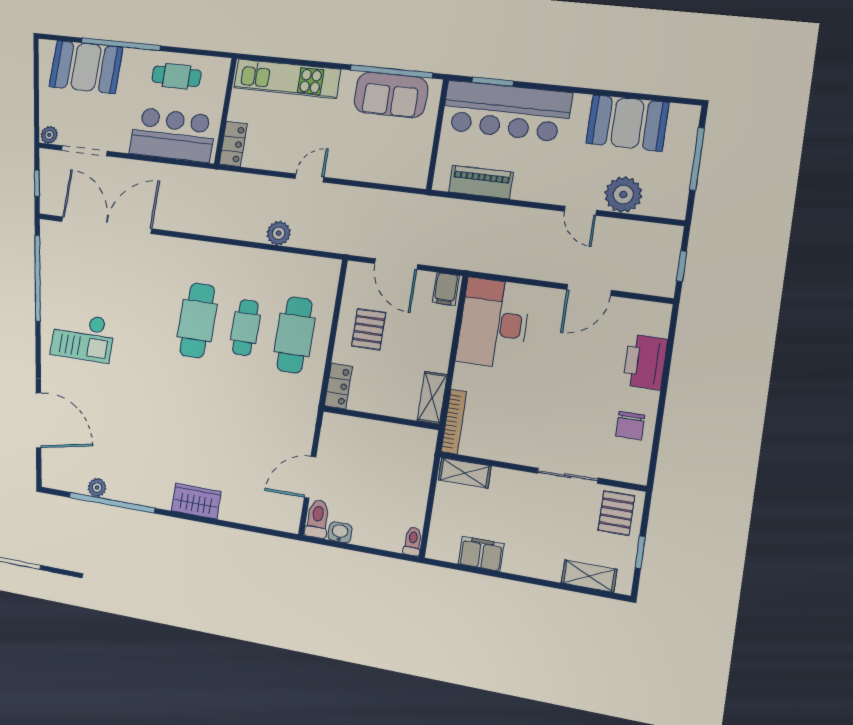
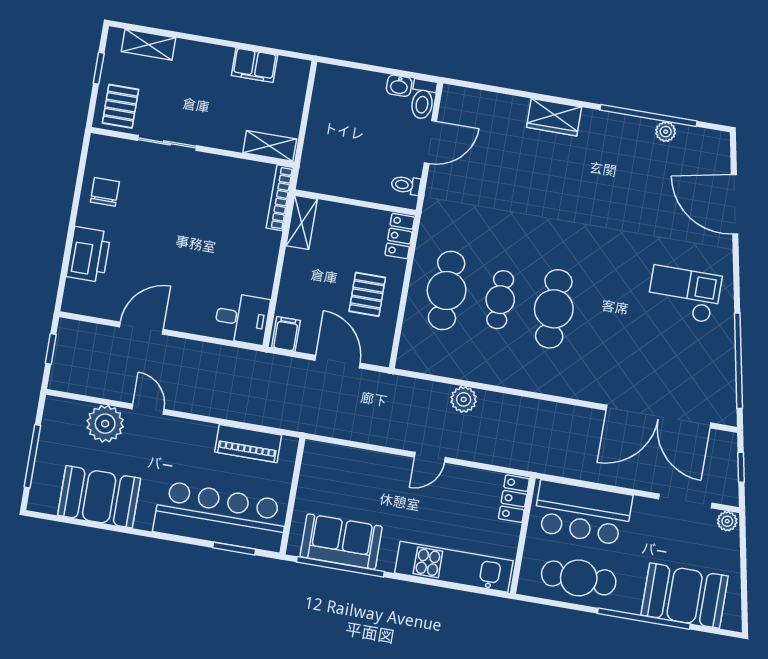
cafe table: (176, 76) -> (579, 578), width x1.37, depth x1.35
desk: (493, 323) -> (242, 319), width x0.53, depth x0.77
toilet: (413, 541) -> (406, 185), moved, turned 90

